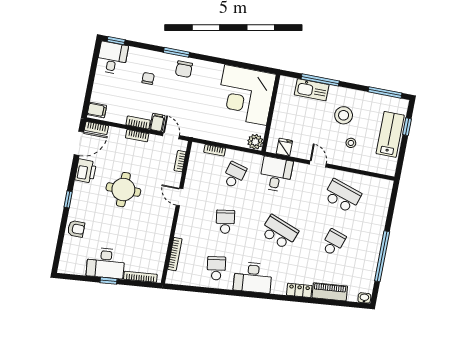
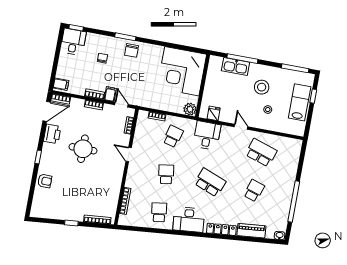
desk: (106, 263) -> (69, 209), removed
locker: (299, 290) -> (221, 229), width x1.53

